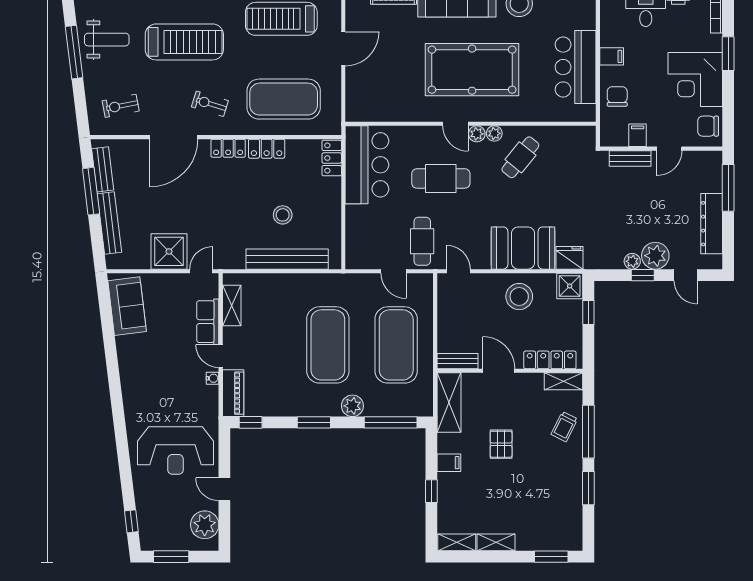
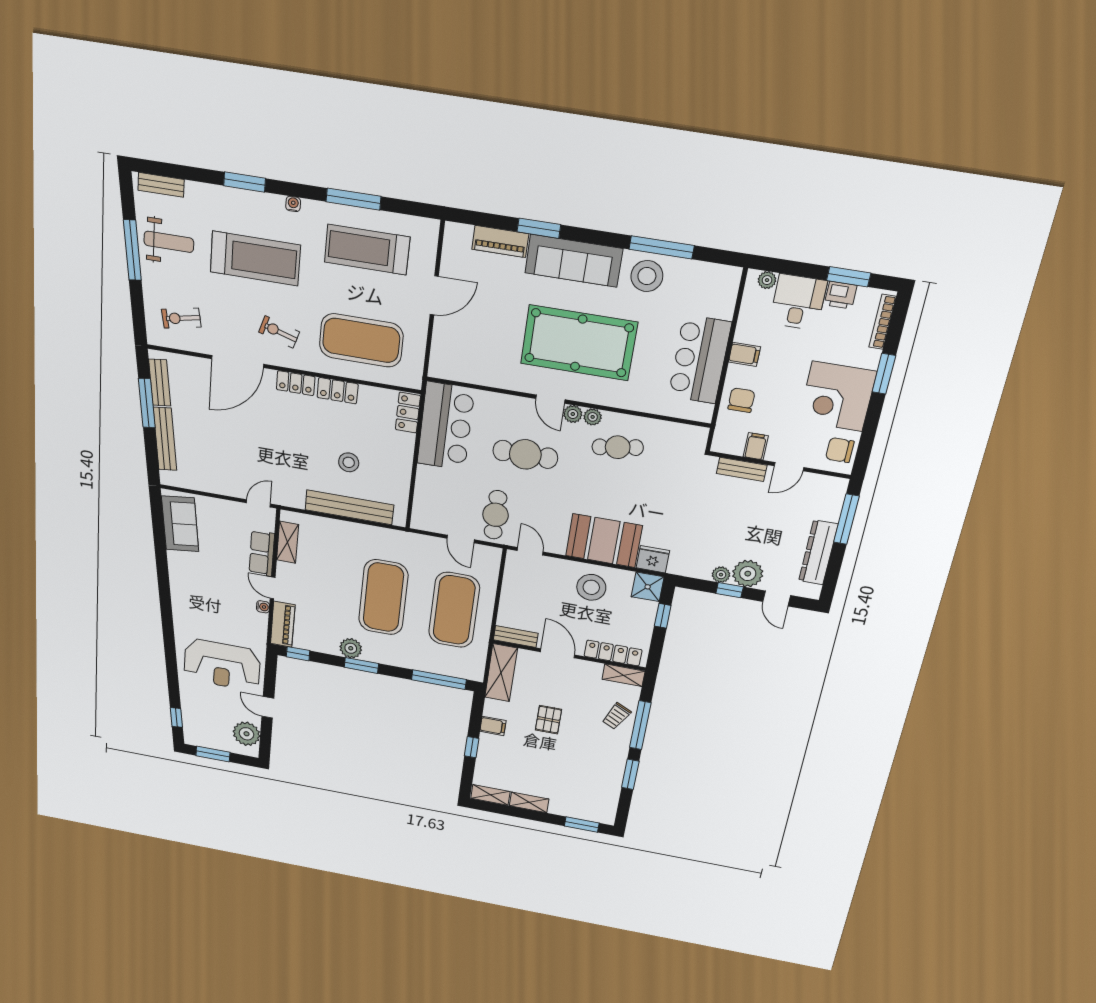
cafe table: (520, 157) -> (618, 447), turned 42
shower: (169, 251) -> (226, 478), removed
plant: (352, 406) -> (351, 648), moved

